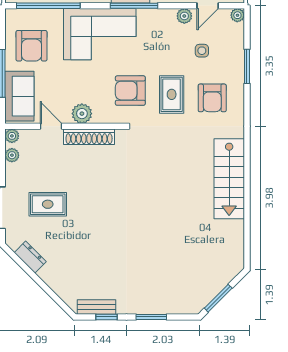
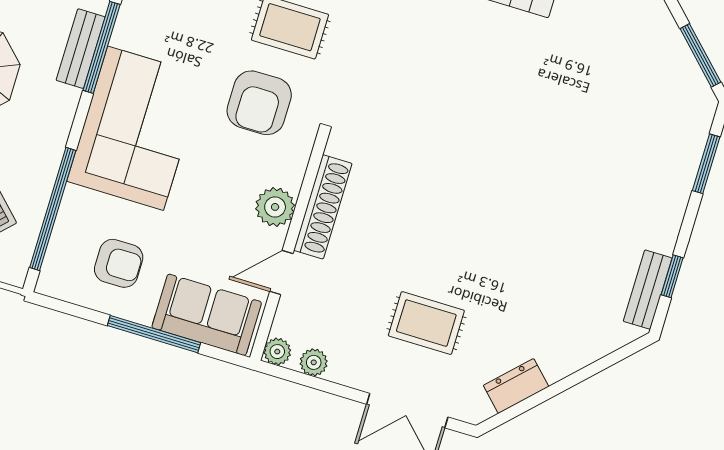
armchair: (32, 46) -> (119, 263), width x0.72, depth x0.72
rug: (48, 204) -> (426, 323), turned 90
window: (151, 317) -> (706, 164), moved

